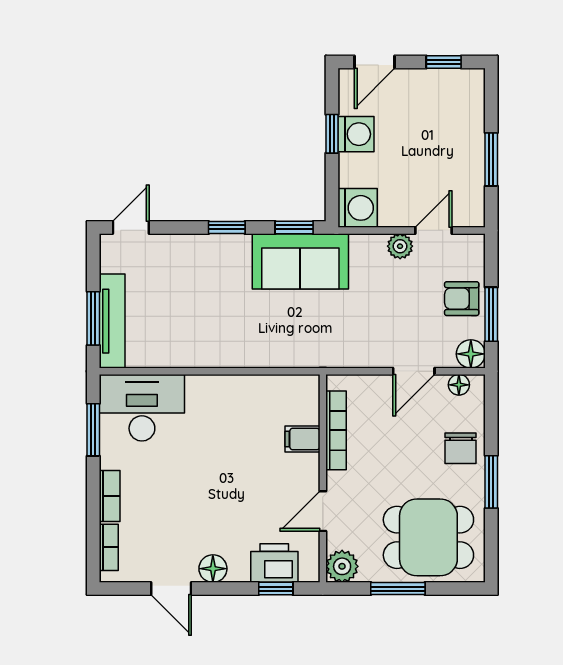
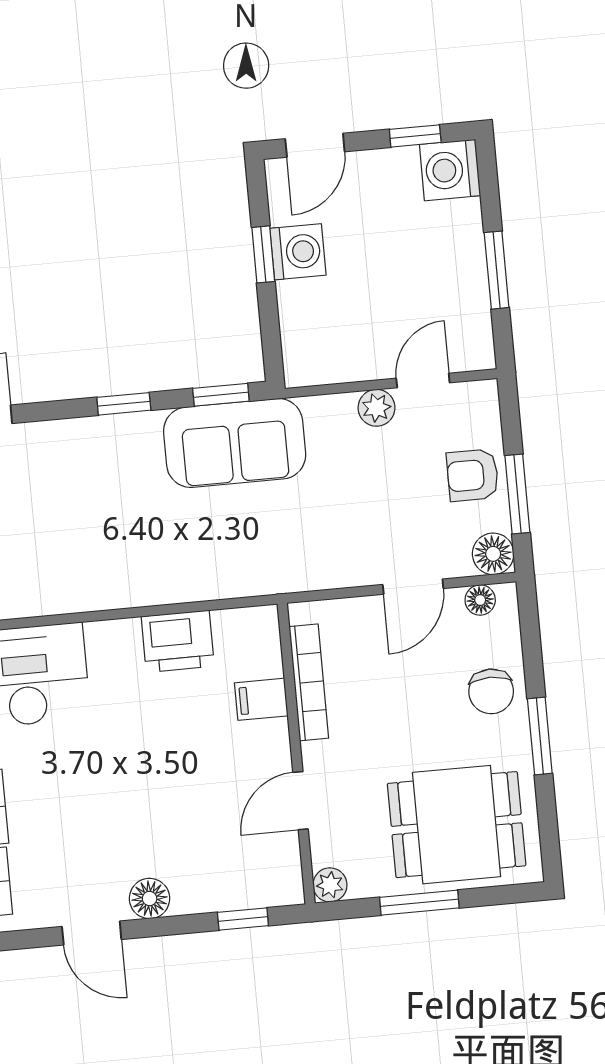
washing machine: (358, 208) -> (450, 170), moved, turned 180
printer: (274, 563) -> (178, 641), moved, turned 180
plant: (342, 566) -> (330, 885), width x0.73, depth x0.73

